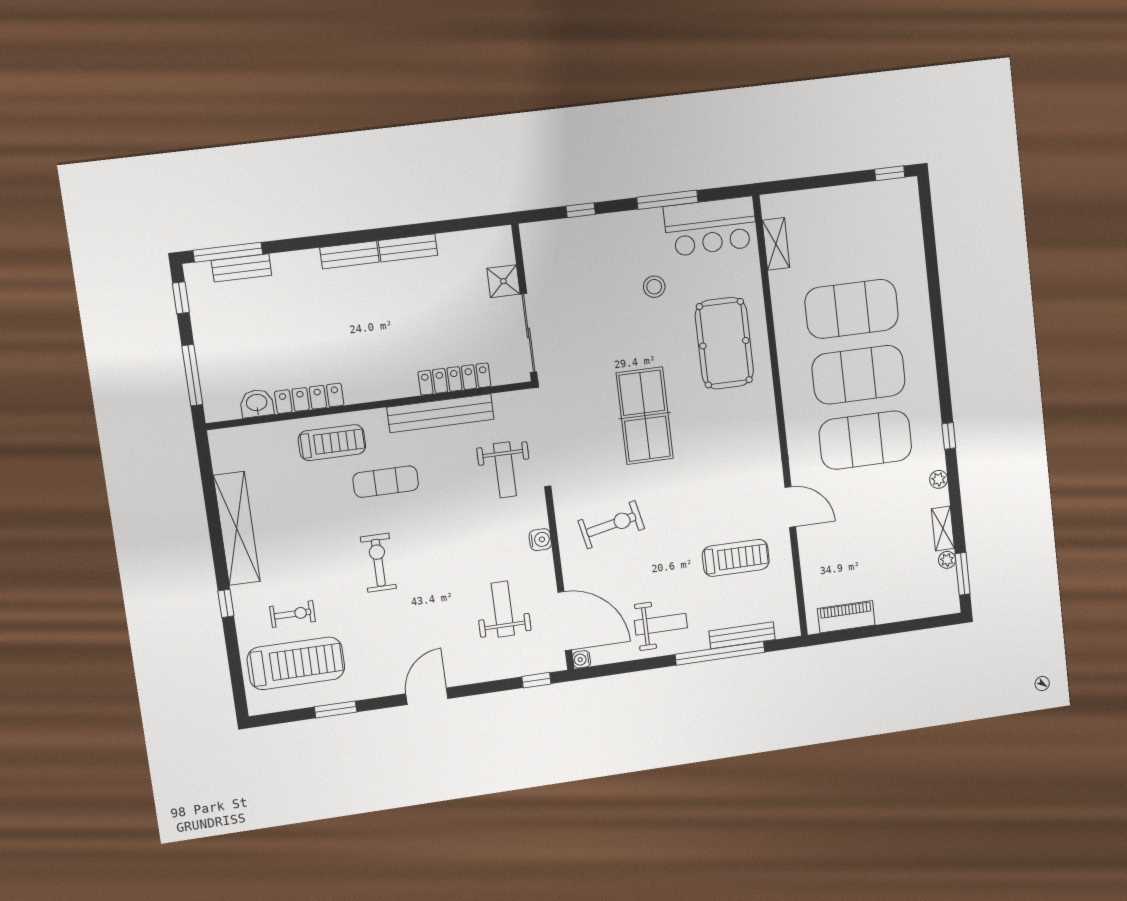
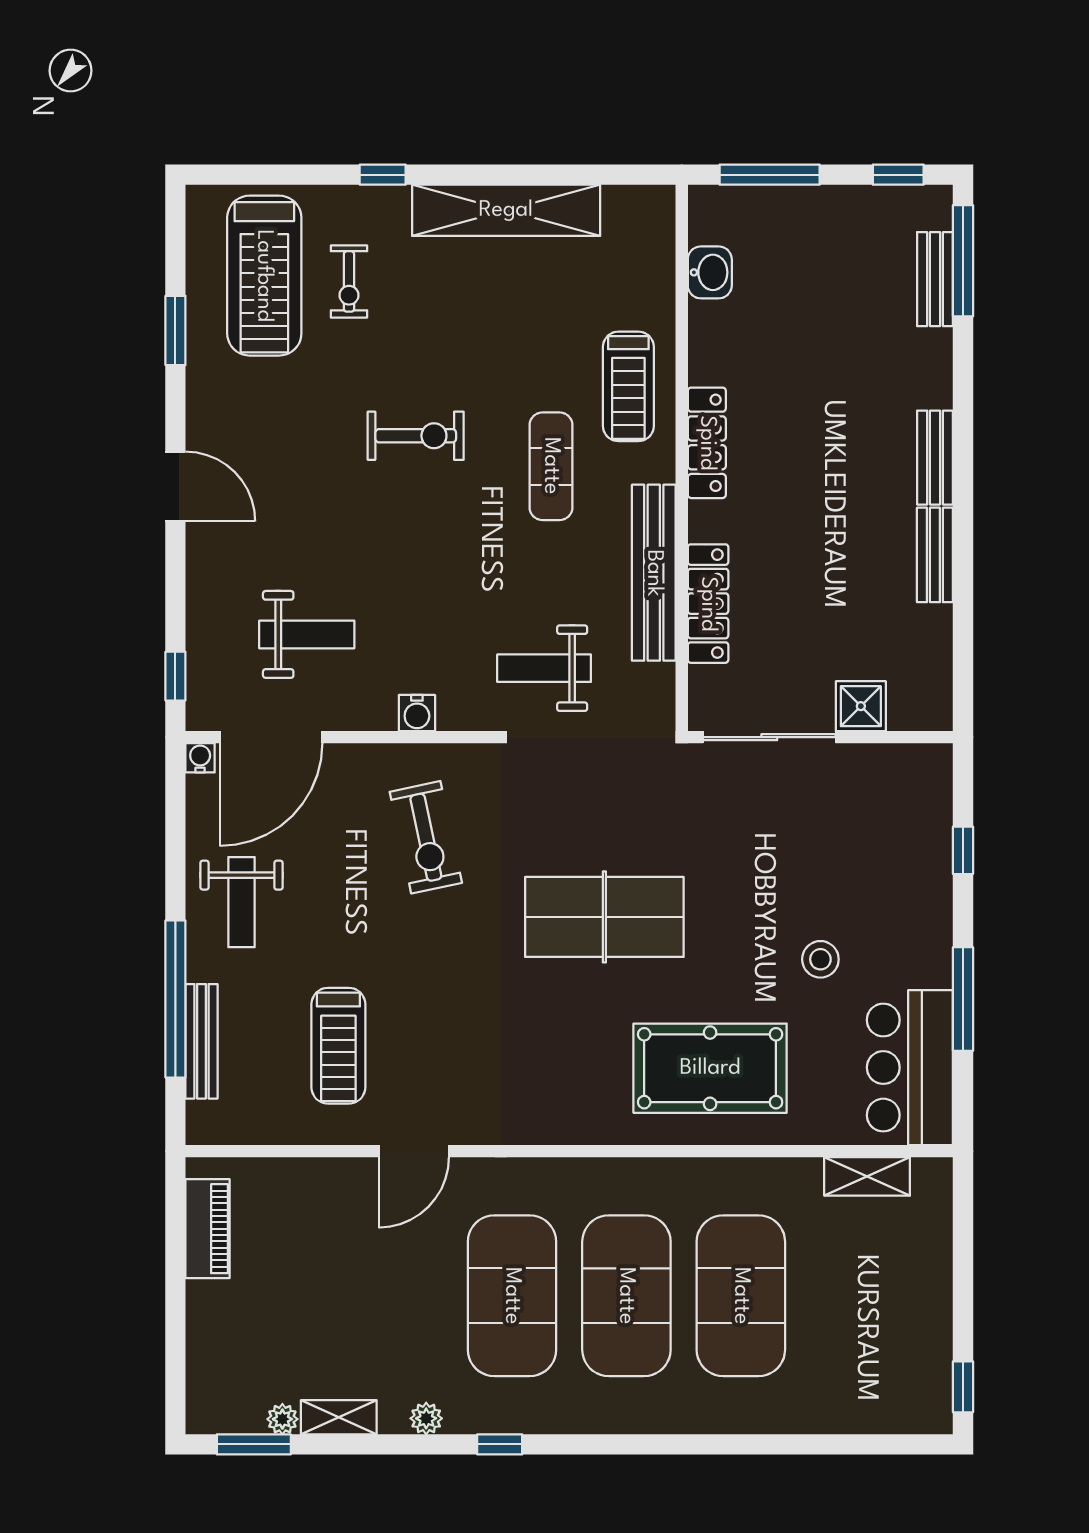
locker: (309, 398) -> (707, 443), moved

